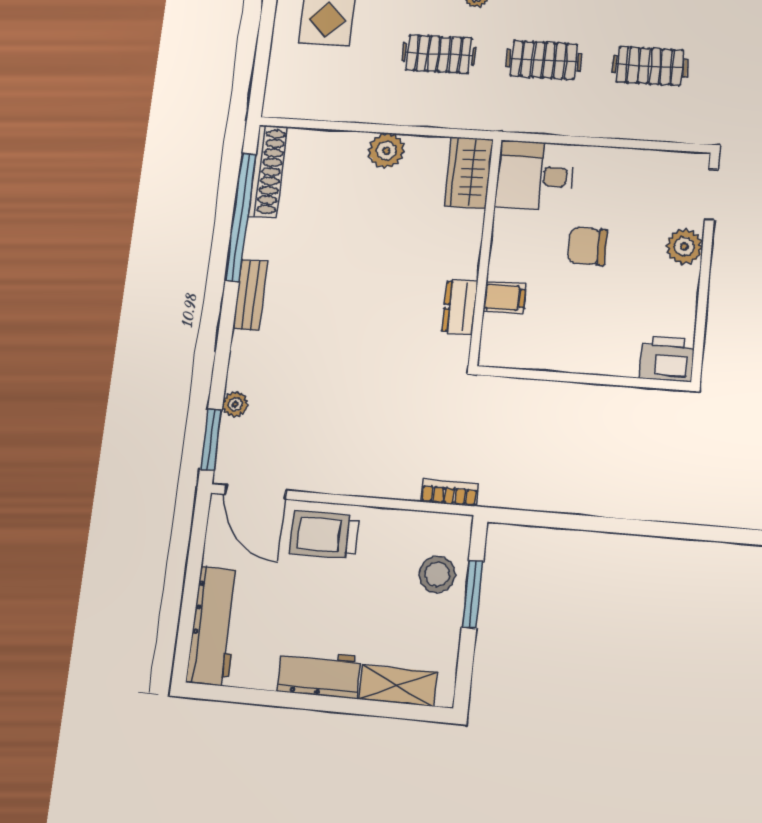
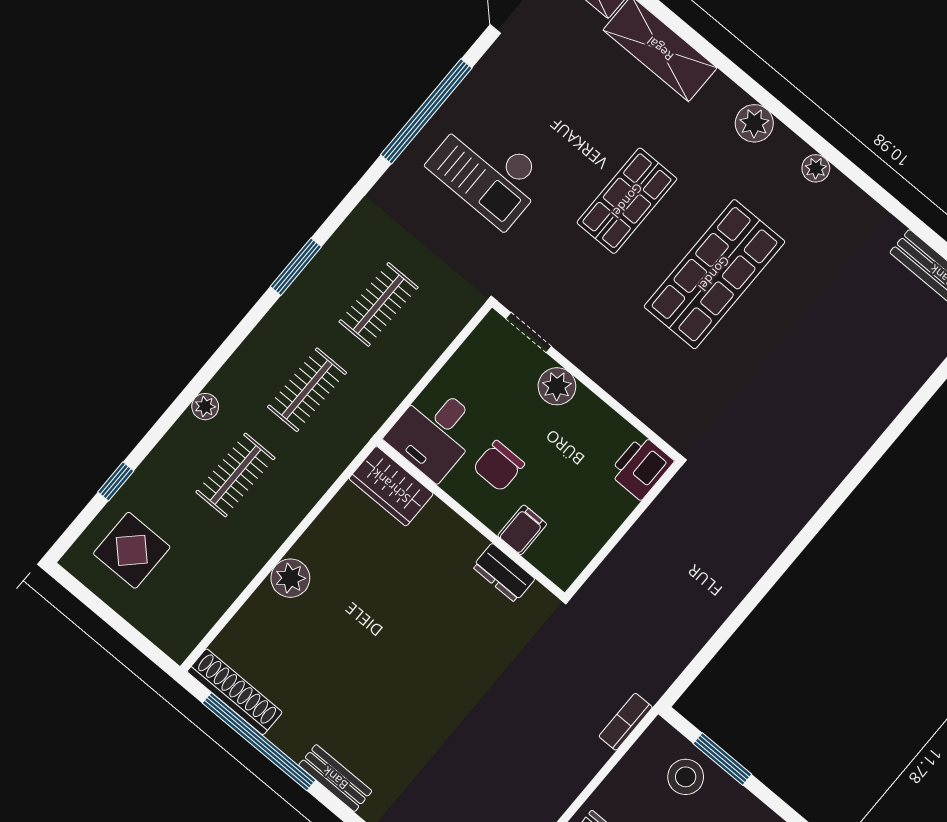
wardrobe: (469, 173) -> (391, 486), moved
desk: (535, 176) -> (435, 432), moved
wall: (485, 251) -> (471, 519), moved
filing cabinet: (505, 297) -> (522, 530), moved
dresser: (460, 307) -> (504, 573), moved

